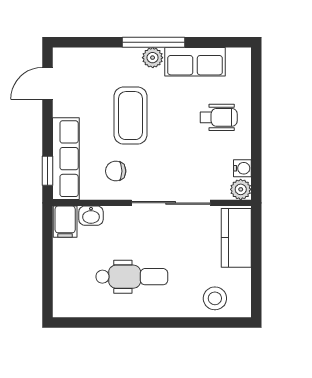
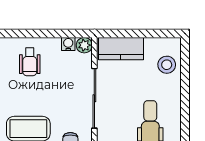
wheelchair: (219, 117) -> (30, 62), turned 180

